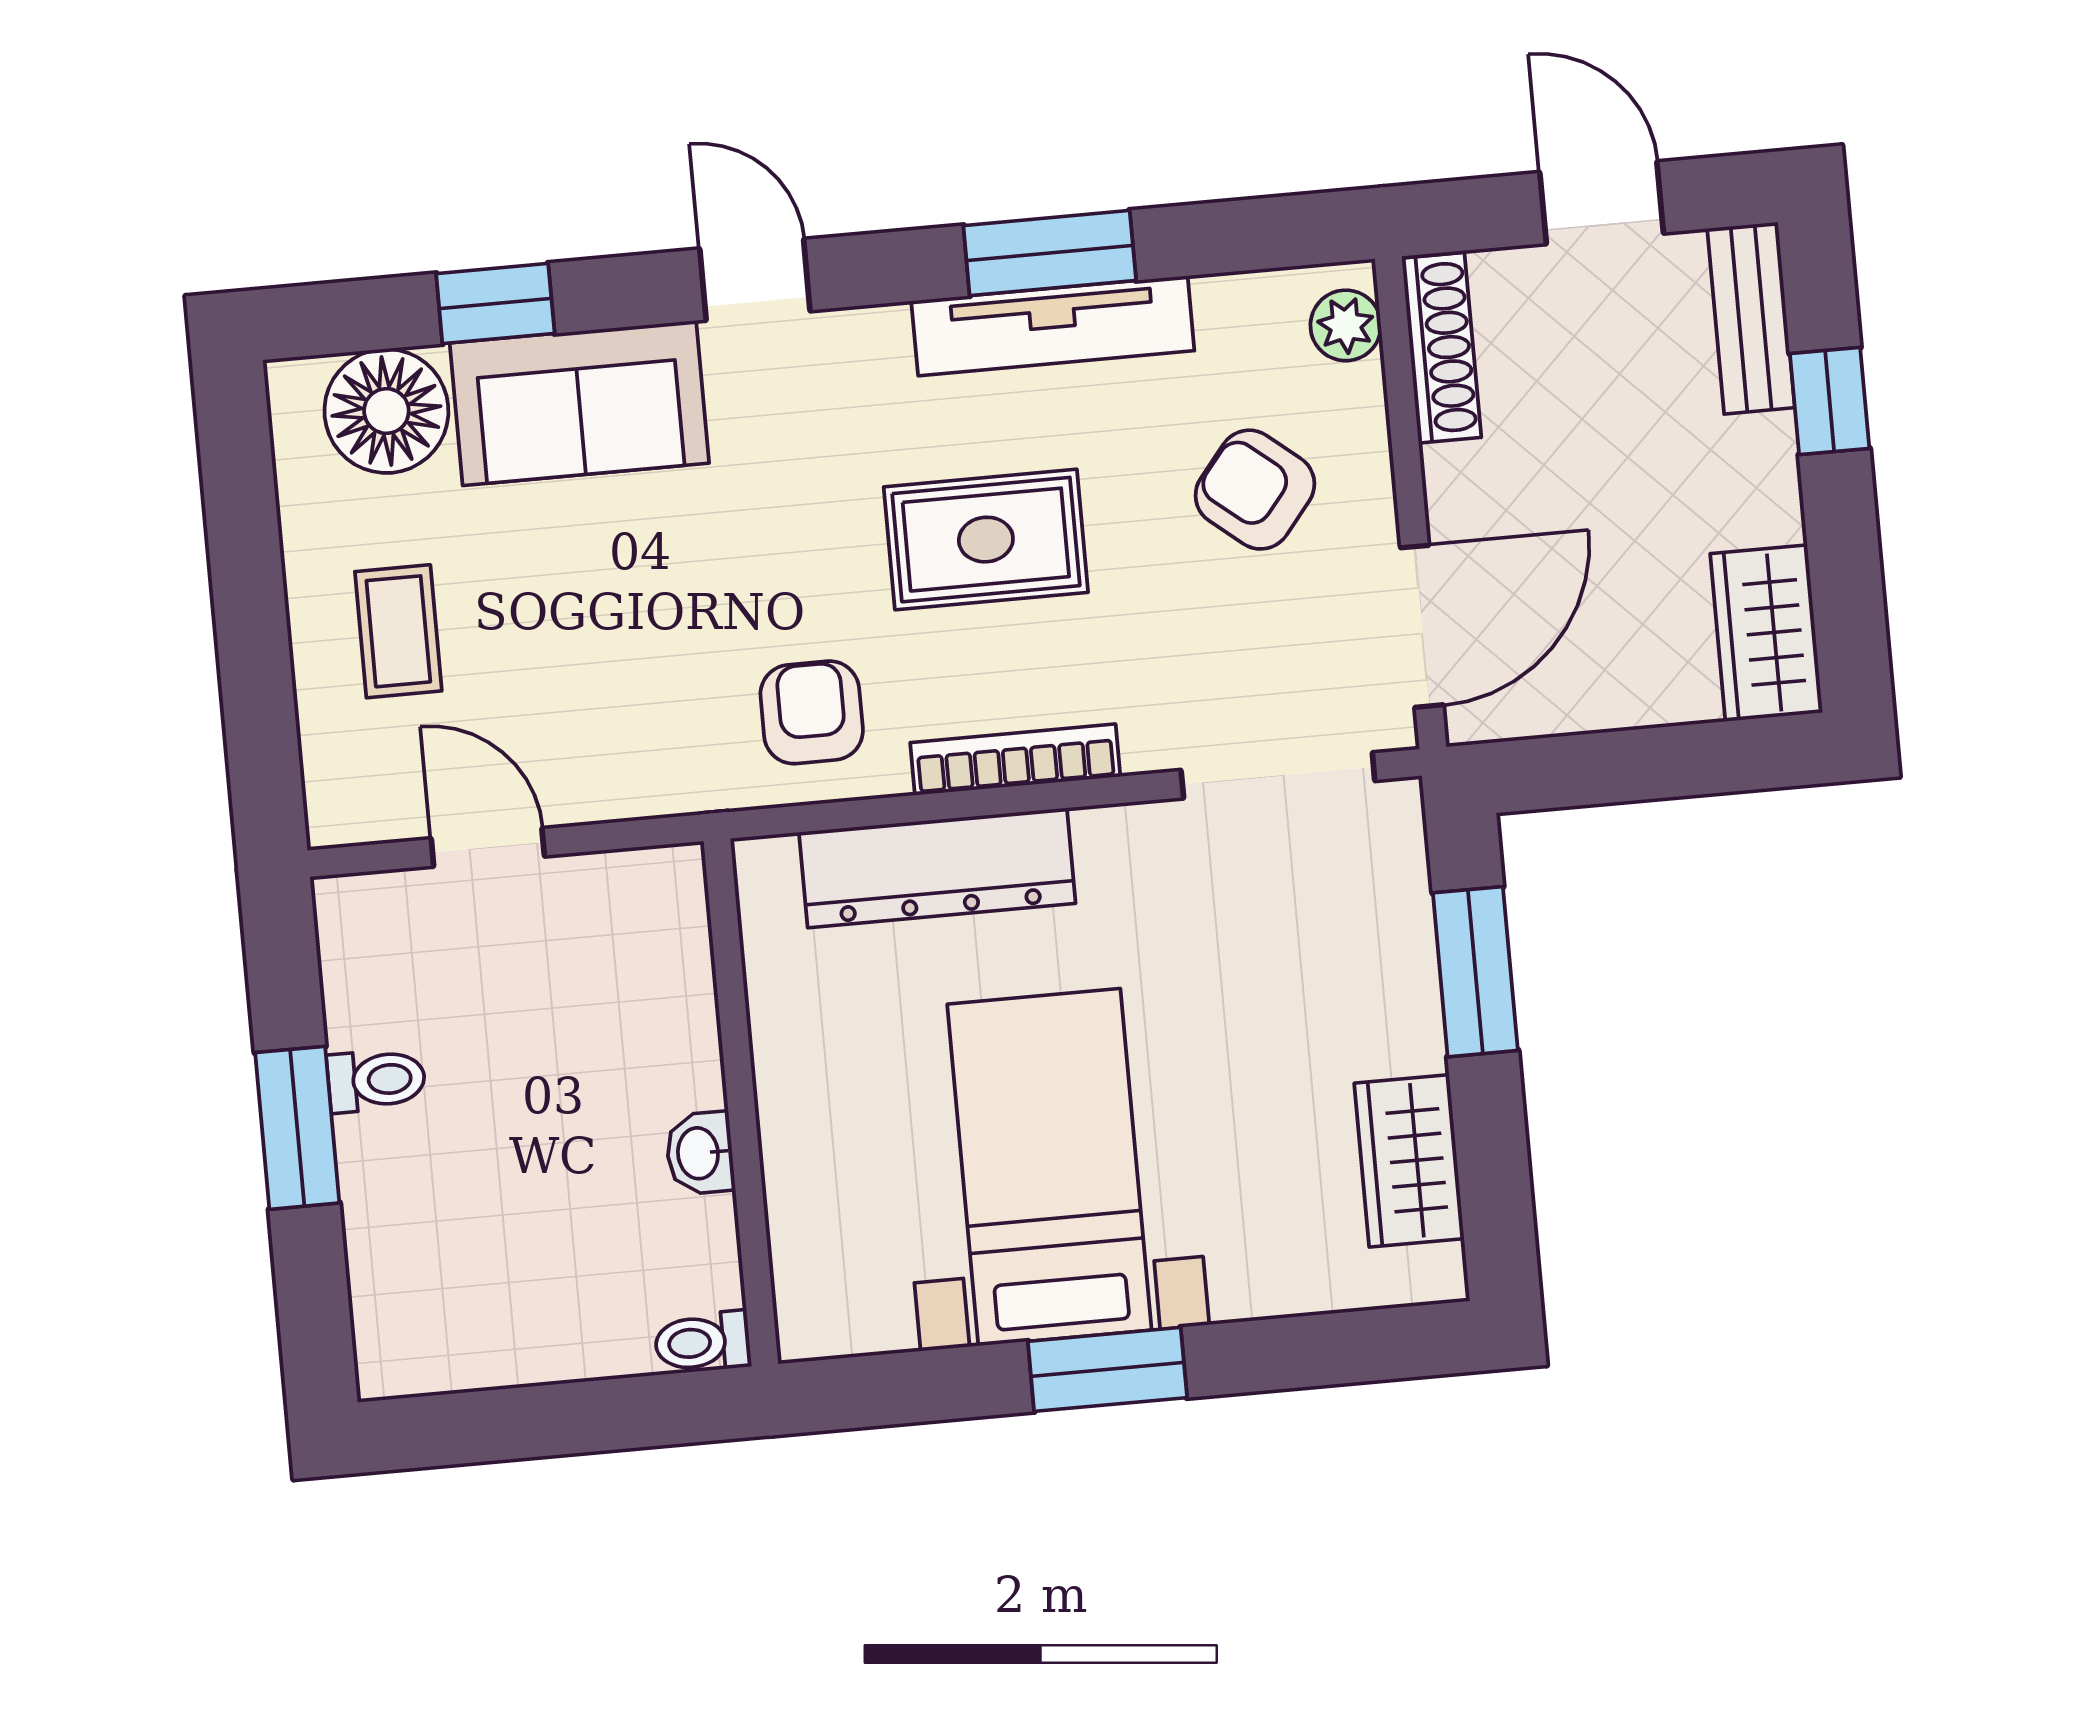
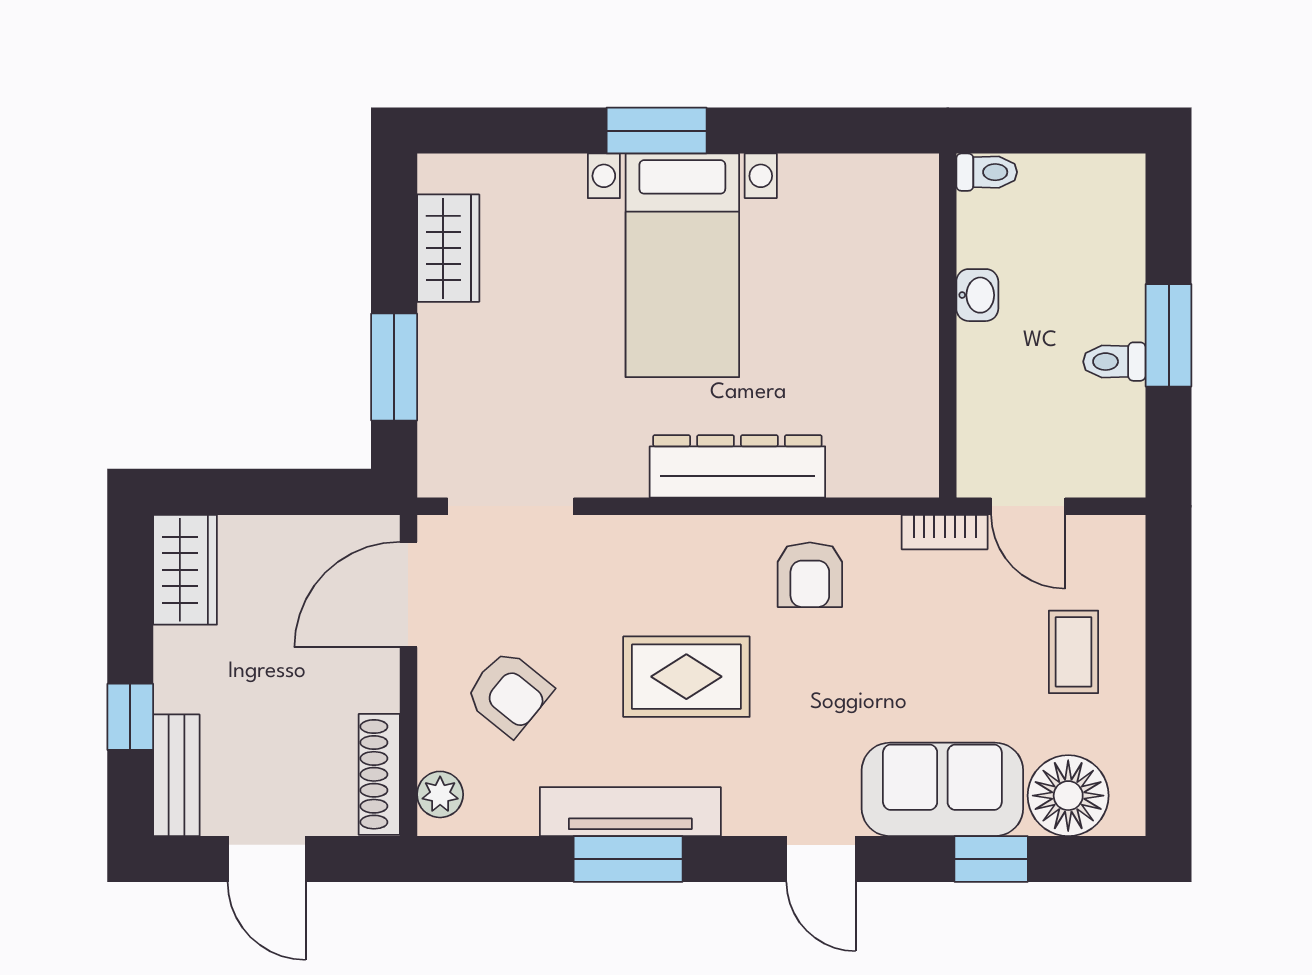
bookcase: (1015, 760) -> (945, 532), moved, width x0.64
wall: (741, 1102) -> (948, 326), moved
washbasin: (700, 1153) -> (977, 295), moved
toilet: (703, 1342) -> (987, 172), moved

